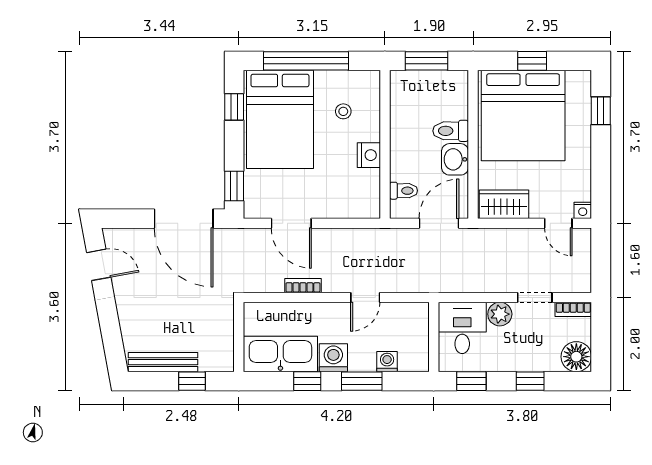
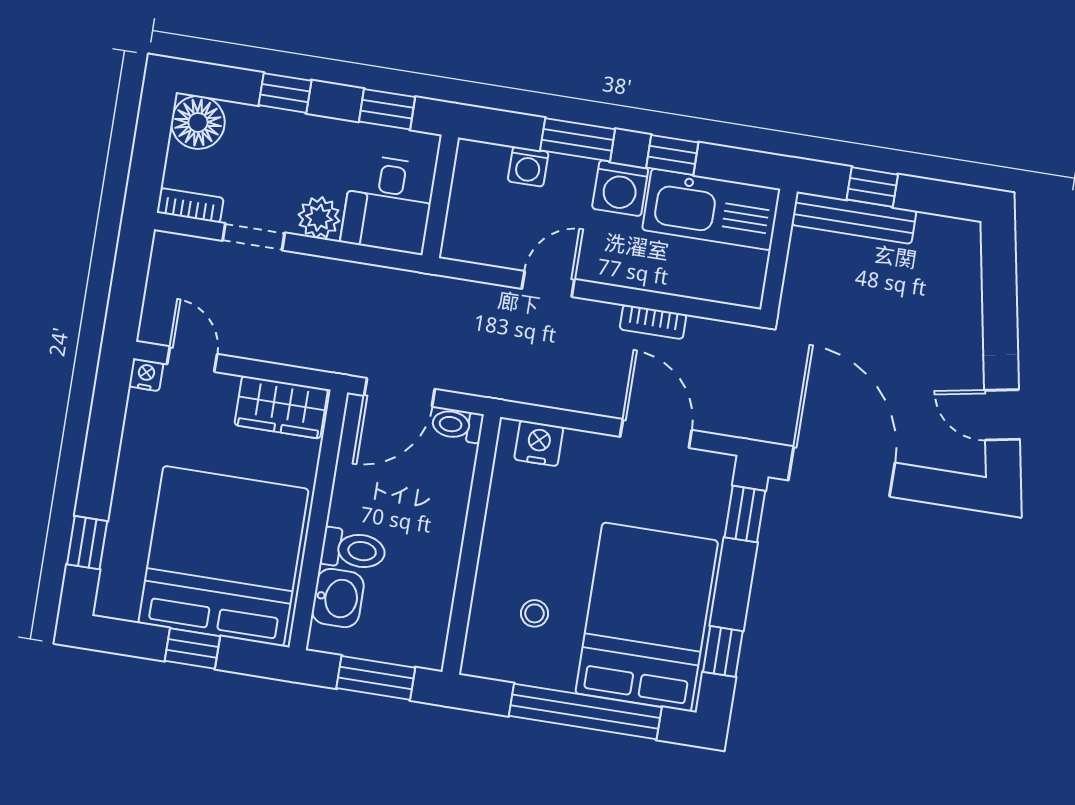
nightstand: (369, 155) -> (539, 443), moved, turned 90
washbasin: (455, 159) -> (338, 598), moved
toilet: (404, 191) -> (457, 425), moved
bench: (163, 362) -> (854, 218), moved

